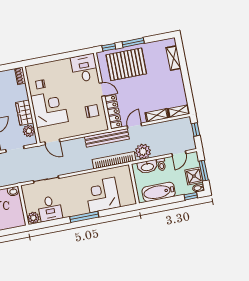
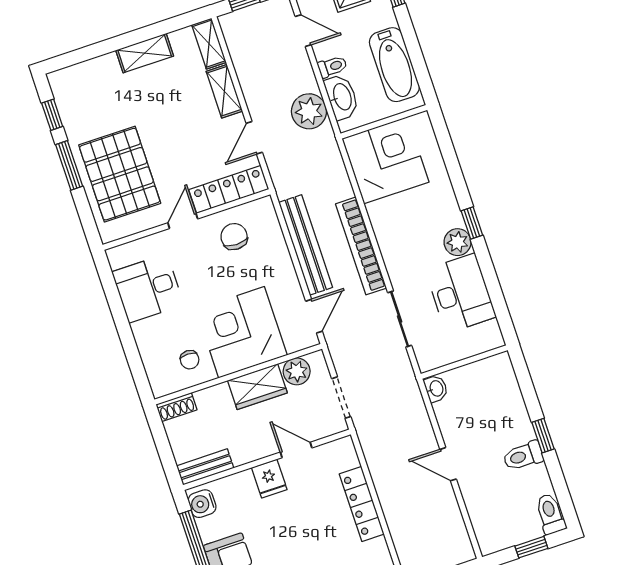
window: (109, 47) -> (52, 115), moved
shelving: (173, 58) -> (145, 53), moved
desk: (84, 68) -> (148, 288), moved
door: (134, 126) -> (254, 138), hinge flipped
bench: (107, 138) -> (306, 245), moved
bookcase: (114, 160) -> (361, 246), moved
corner desk: (102, 195) -> (385, 160), moved, turned 180
desk: (50, 209) -> (461, 293), width x1.37
window: (84, 217) -> (472, 223), width x0.46
plant: (33, 218) -> (458, 242), moved

